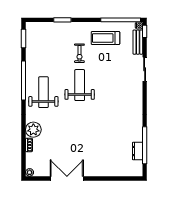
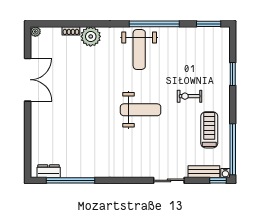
weight bench: (80, 85) -> (141, 110), moved
weight bench: (43, 92) -> (139, 49), turned 90
dresser: (138, 151) -> (49, 171), moved

